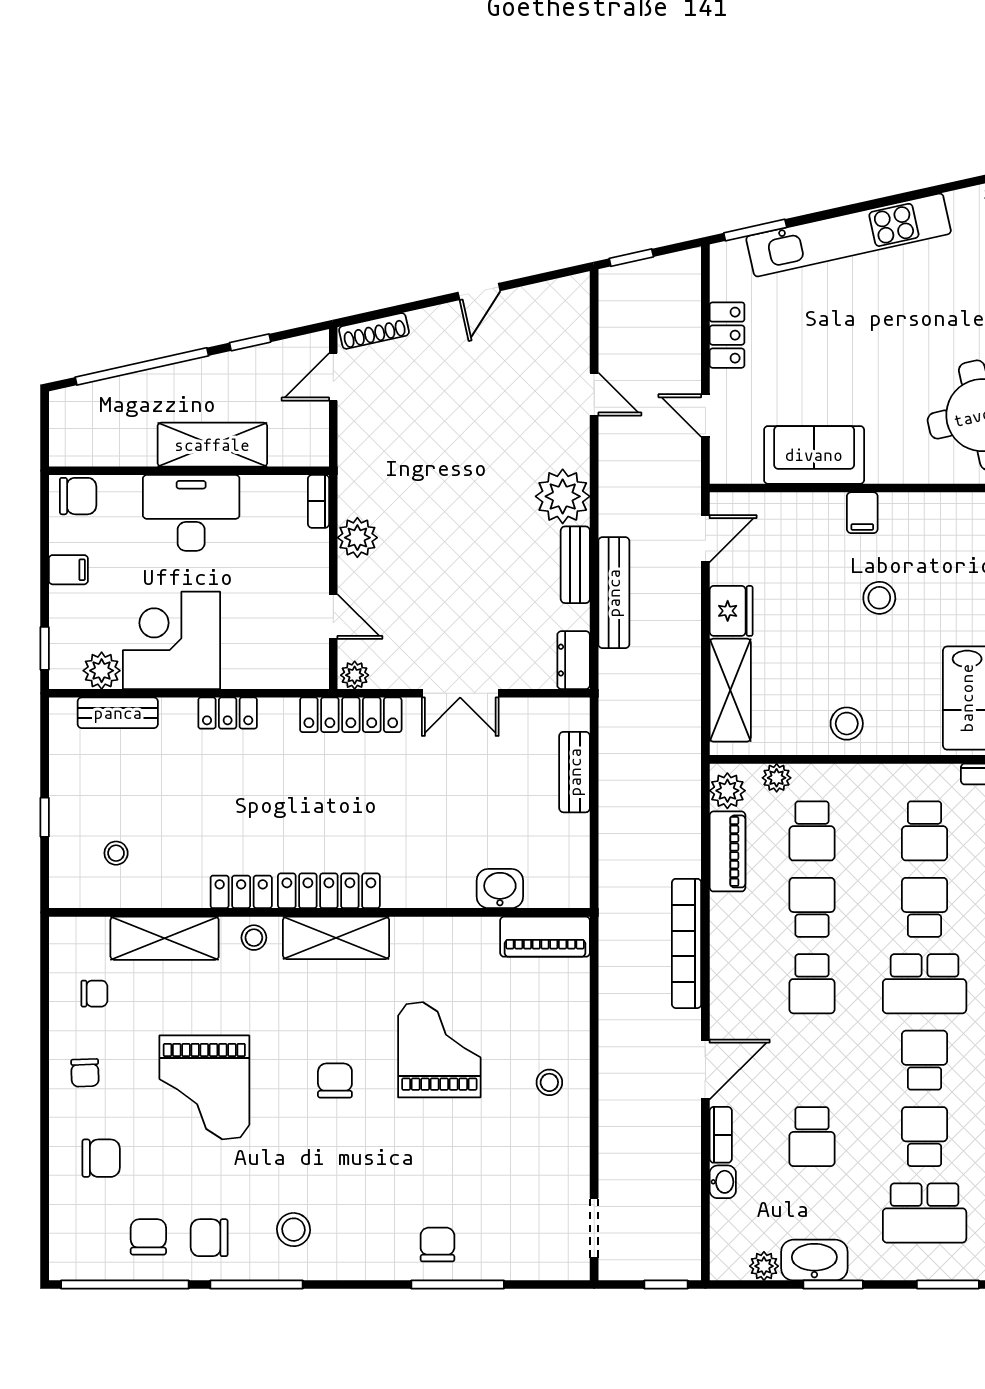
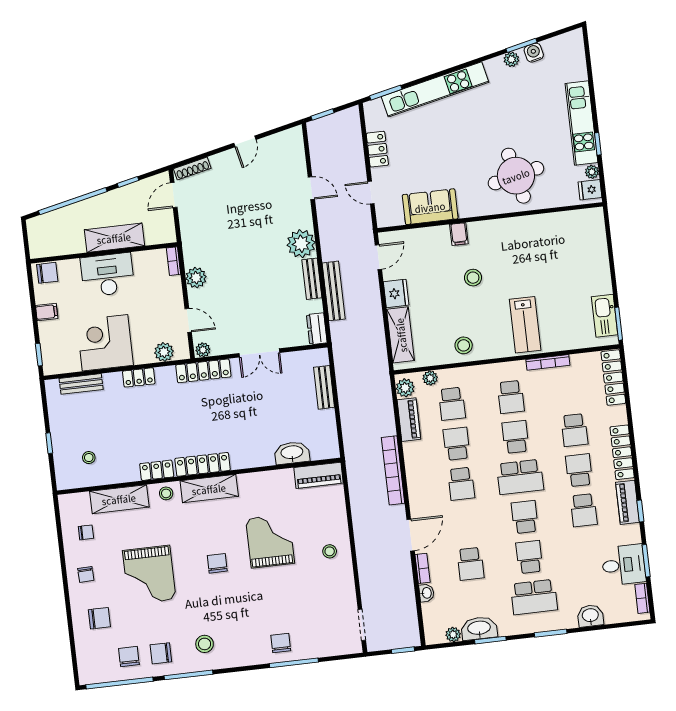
plant: (102, 671) -> (164, 352), moved
washbasin: (500, 889) -> (292, 453), width x1.38

